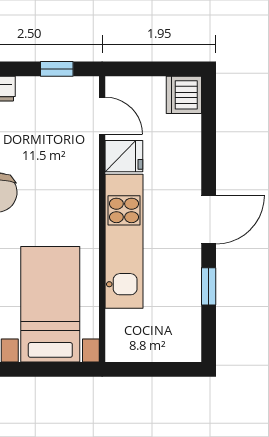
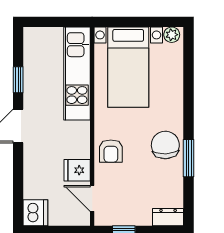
armchair: (75, 184) -> (111, 151), added
kitchen unit: (124, 241) -> (77, 74), moved

